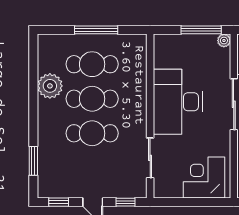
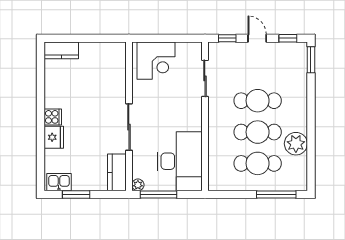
window: (96, 30) -> (276, 195), moved
desk: (178, 102) -> (180, 161), moved
window: (33, 161) -> (311, 60), moved

